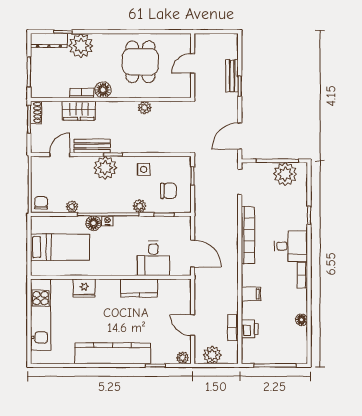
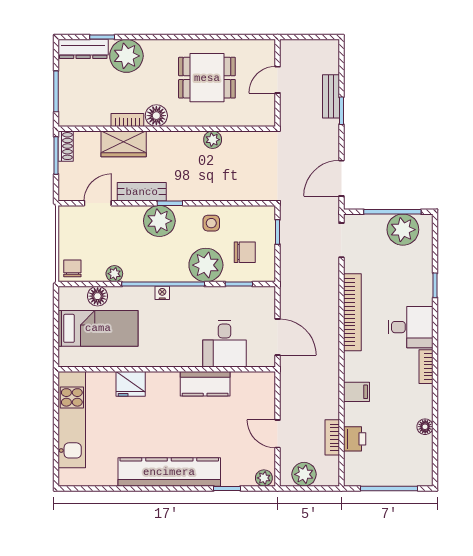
dining table: (140, 62) -> (207, 78), turned 90
plant: (140, 206) -> (206, 265), width x1.87, depth x1.87
floor lamp: (93, 223) -> (98, 296), moved

